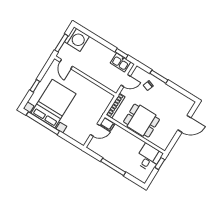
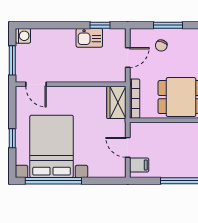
washing machine: (77, 39) -> (23, 36), width x0.53, depth x0.53
kitchen sink: (121, 62) -> (89, 38), moved
wardrobe: (104, 102) -> (116, 102), added
filing cabinet: (108, 124) -> (139, 165), moved
door: (95, 130) -> (128, 147), swing flipped

